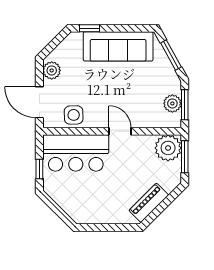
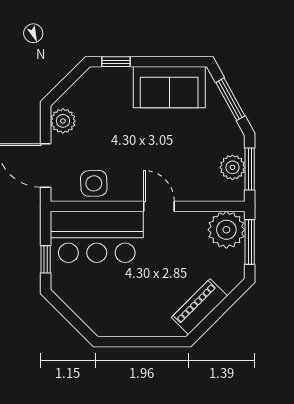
sofa: (118, 46) -> (169, 87), width x0.73

